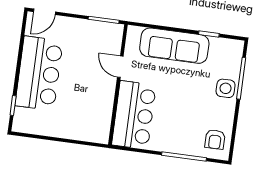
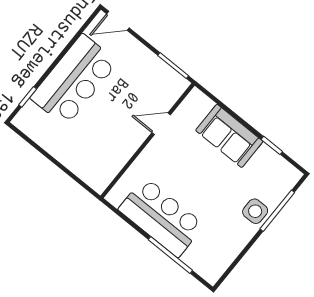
sofa: (174, 46) -> (229, 136), width x0.73
door: (120, 67) -> (161, 124), hinge flipped
bar counter: (134, 115) -> (161, 217), moved, turned -90
armchair: (215, 139) -> (213, 257), removed

